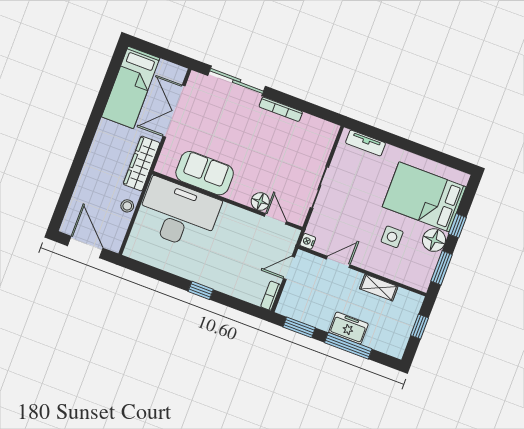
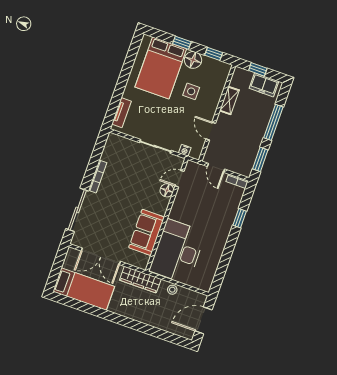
nightstand: (308, 241) -> (185, 150), moved
window: (442, 268) -> (214, 54), width x0.67
window: (201, 290) -> (240, 218), moved
freezer: (348, 328) -> (264, 85), moved, turned -90

